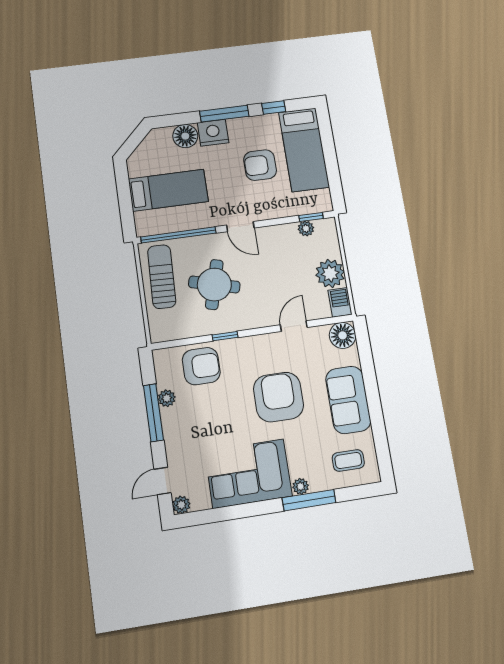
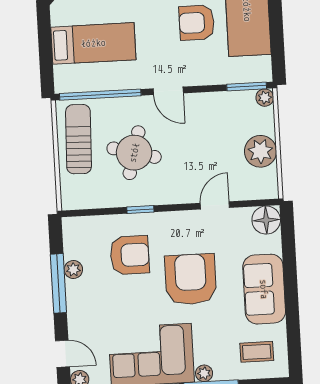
window: (311, 217) -> (247, 86), width x1.50
plant: (306, 228) -> (265, 98), moved
barbecue: (340, 302) -> (268, 184), removed
armchair: (201, 366) -> (130, 255), moved
door: (163, 481) -> (62, 354), swing flipped

